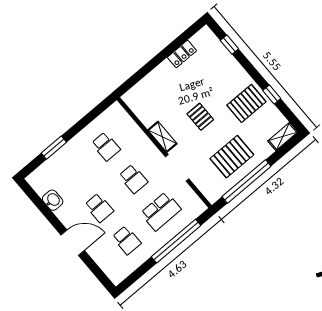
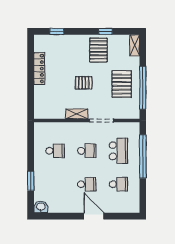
locker: (182, 54) -> (39, 68), width x1.53
washbasin: (53, 200) -> (41, 207), moved
door: (73, 243) -> (94, 216), hinge flipped

